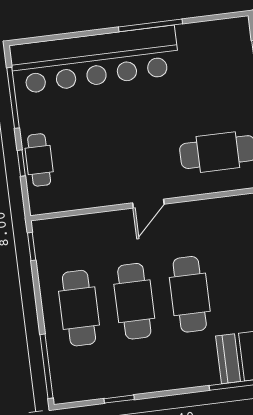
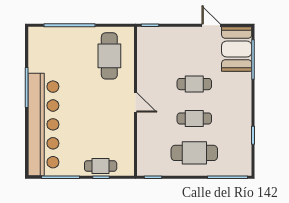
cafe table: (190, 294) -> (194, 84), width x0.73, depth x0.74
cafe table: (134, 301) -> (194, 118), width x0.73, depth x0.74

